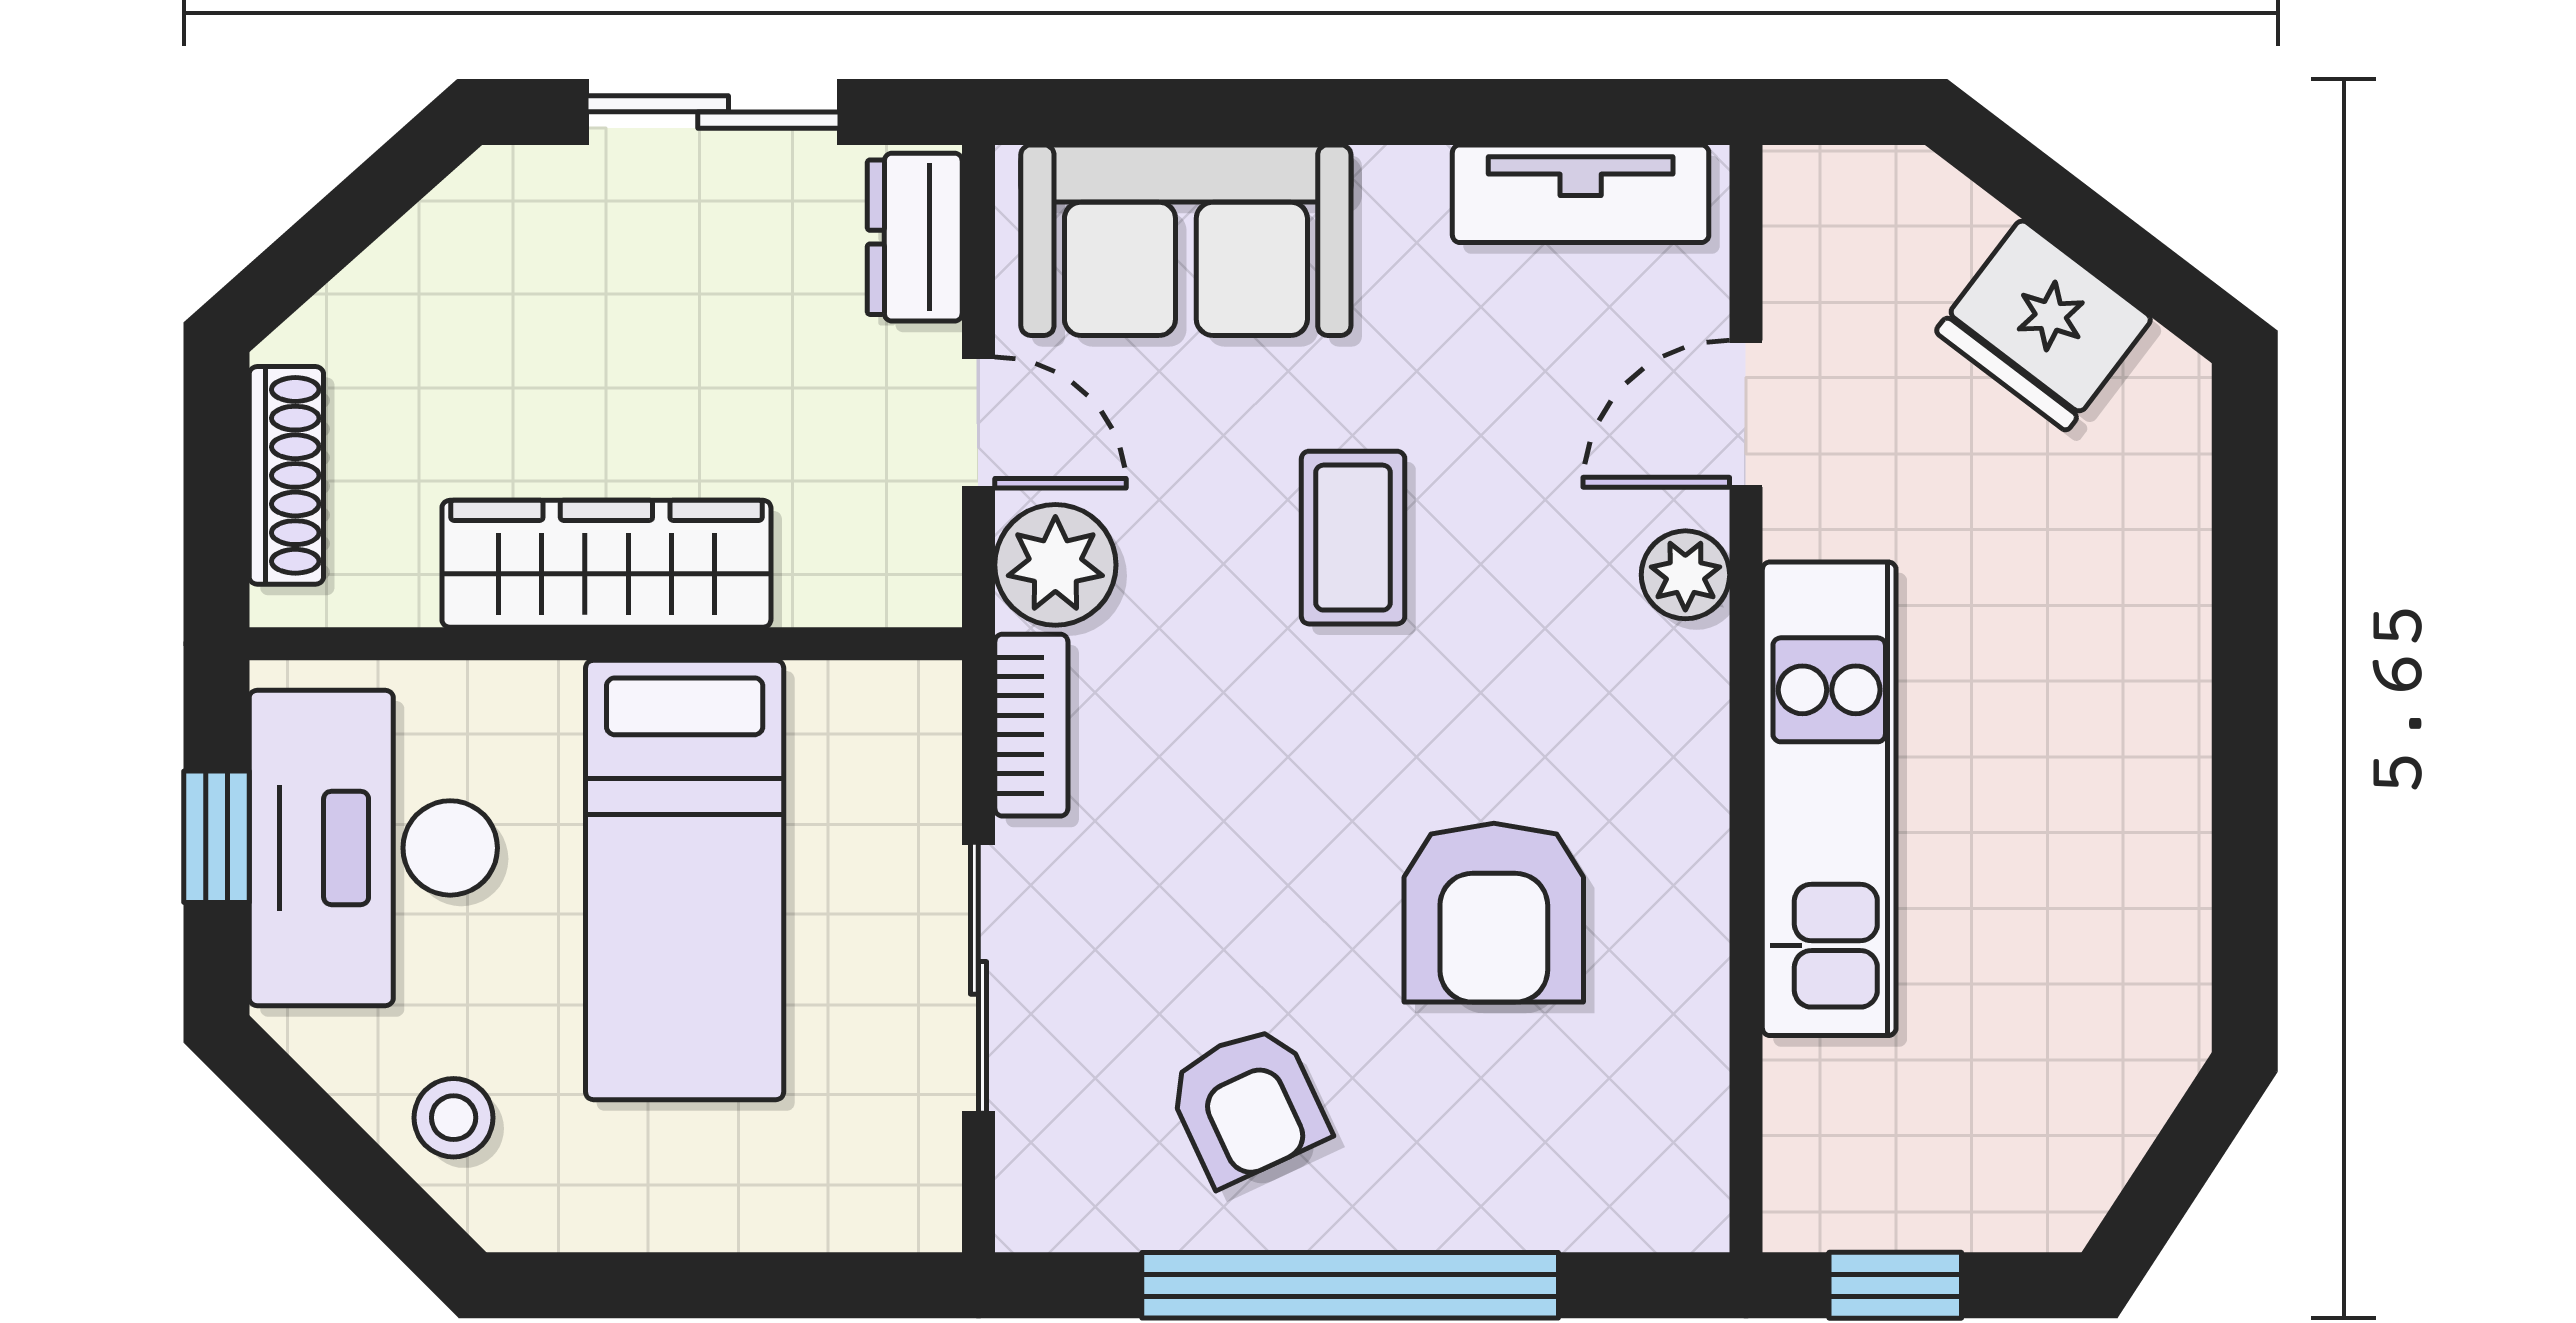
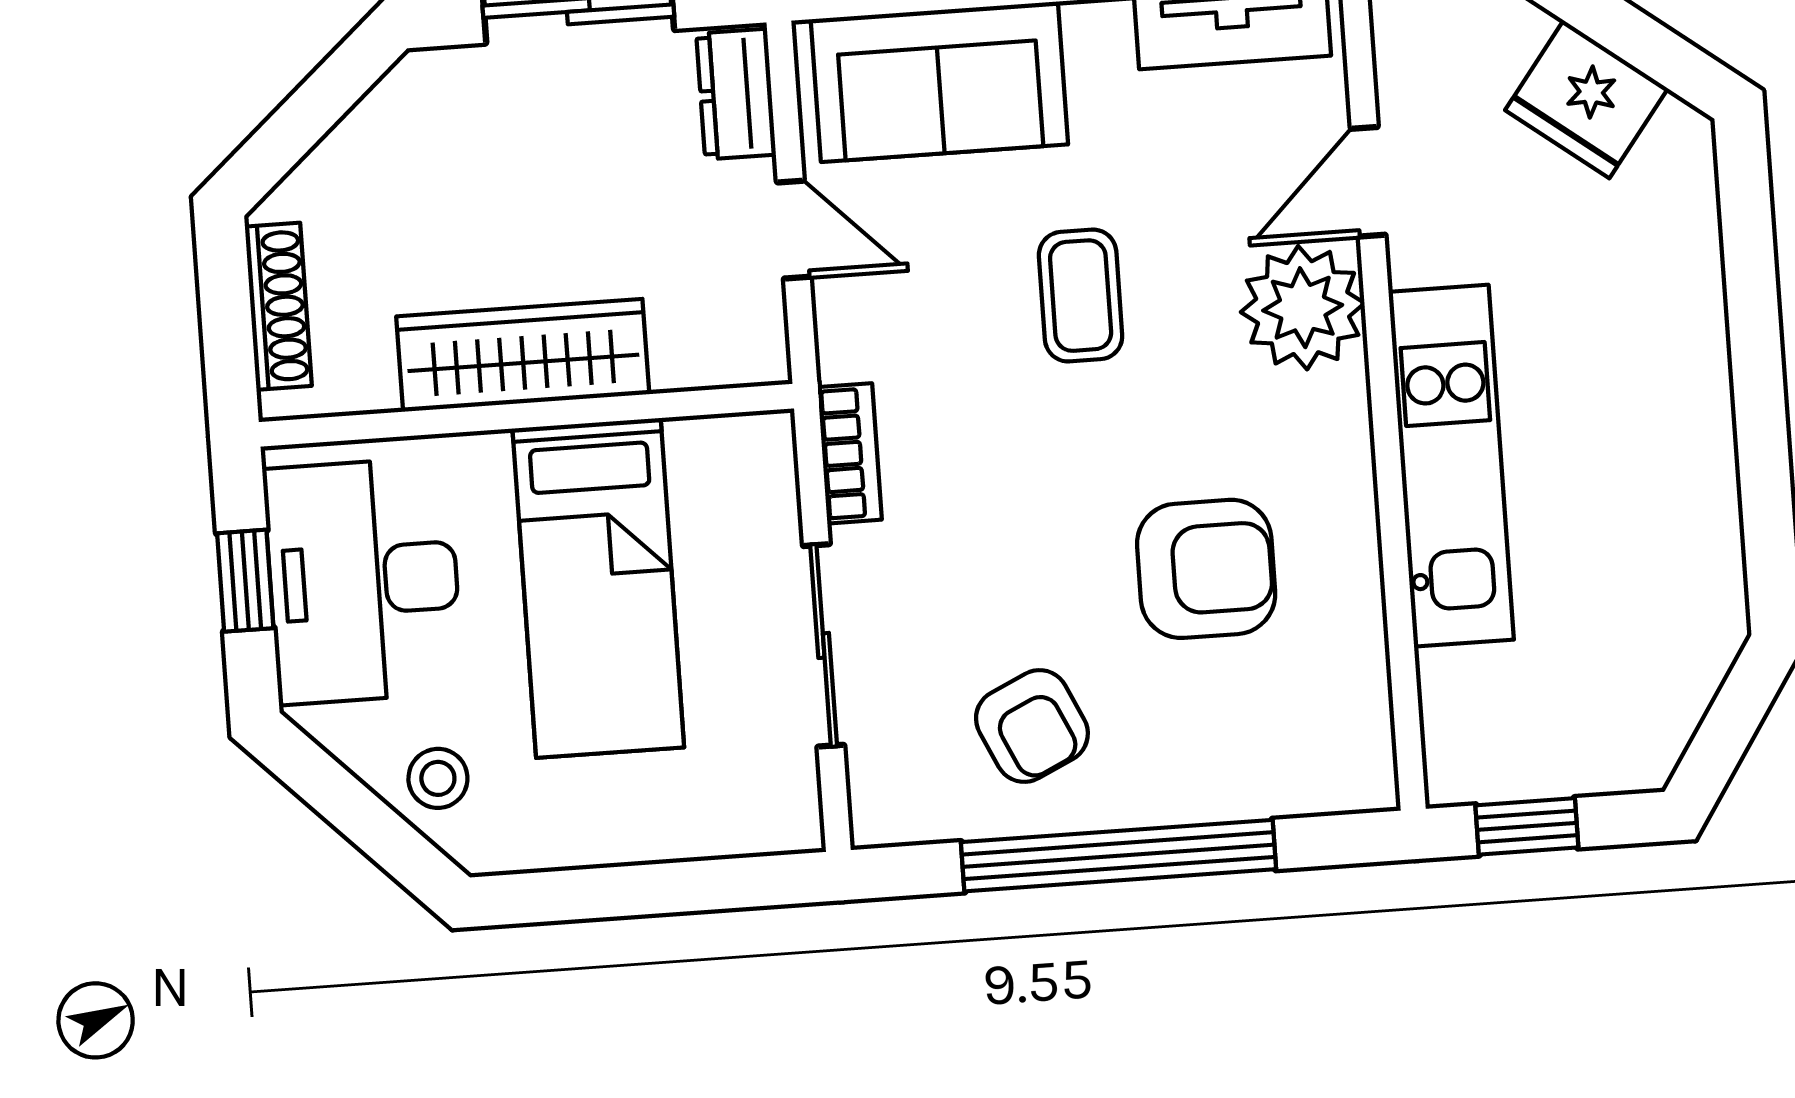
plant: (1055, 565) -> (859, 332), removed
plant: (1685, 575) -> (1303, 308), width x1.87, depth x1.87
armchair: (1494, 913) -> (1206, 569), turned -90

